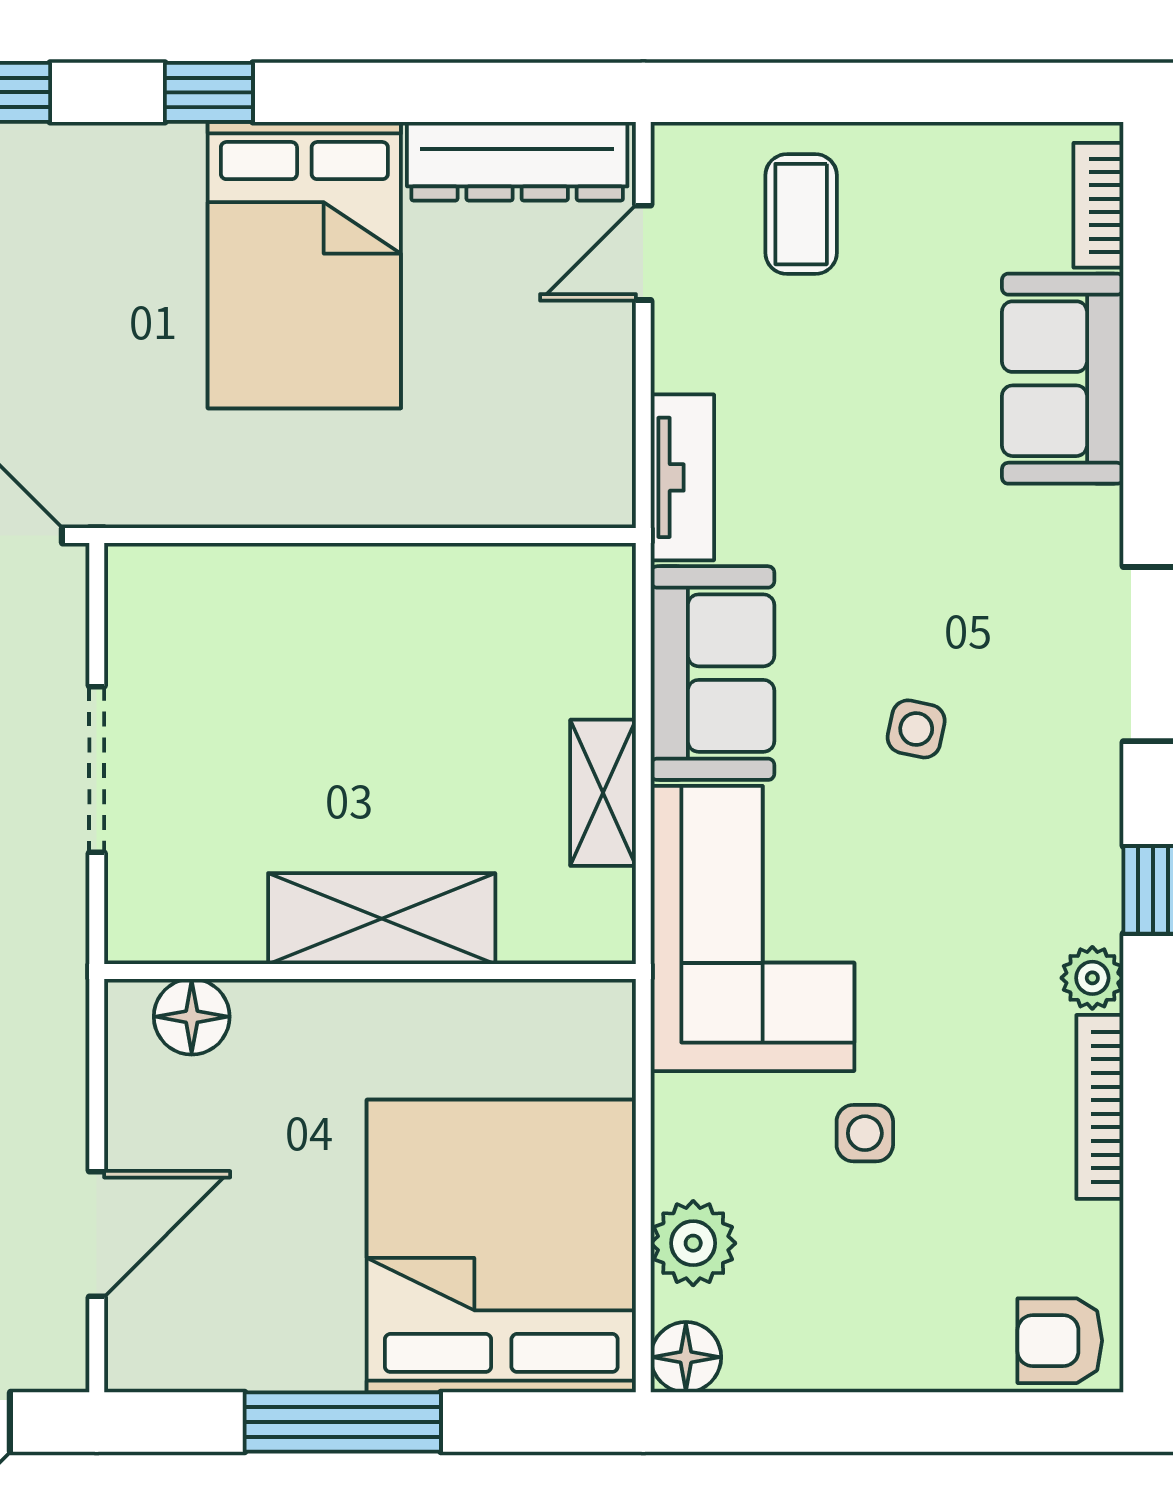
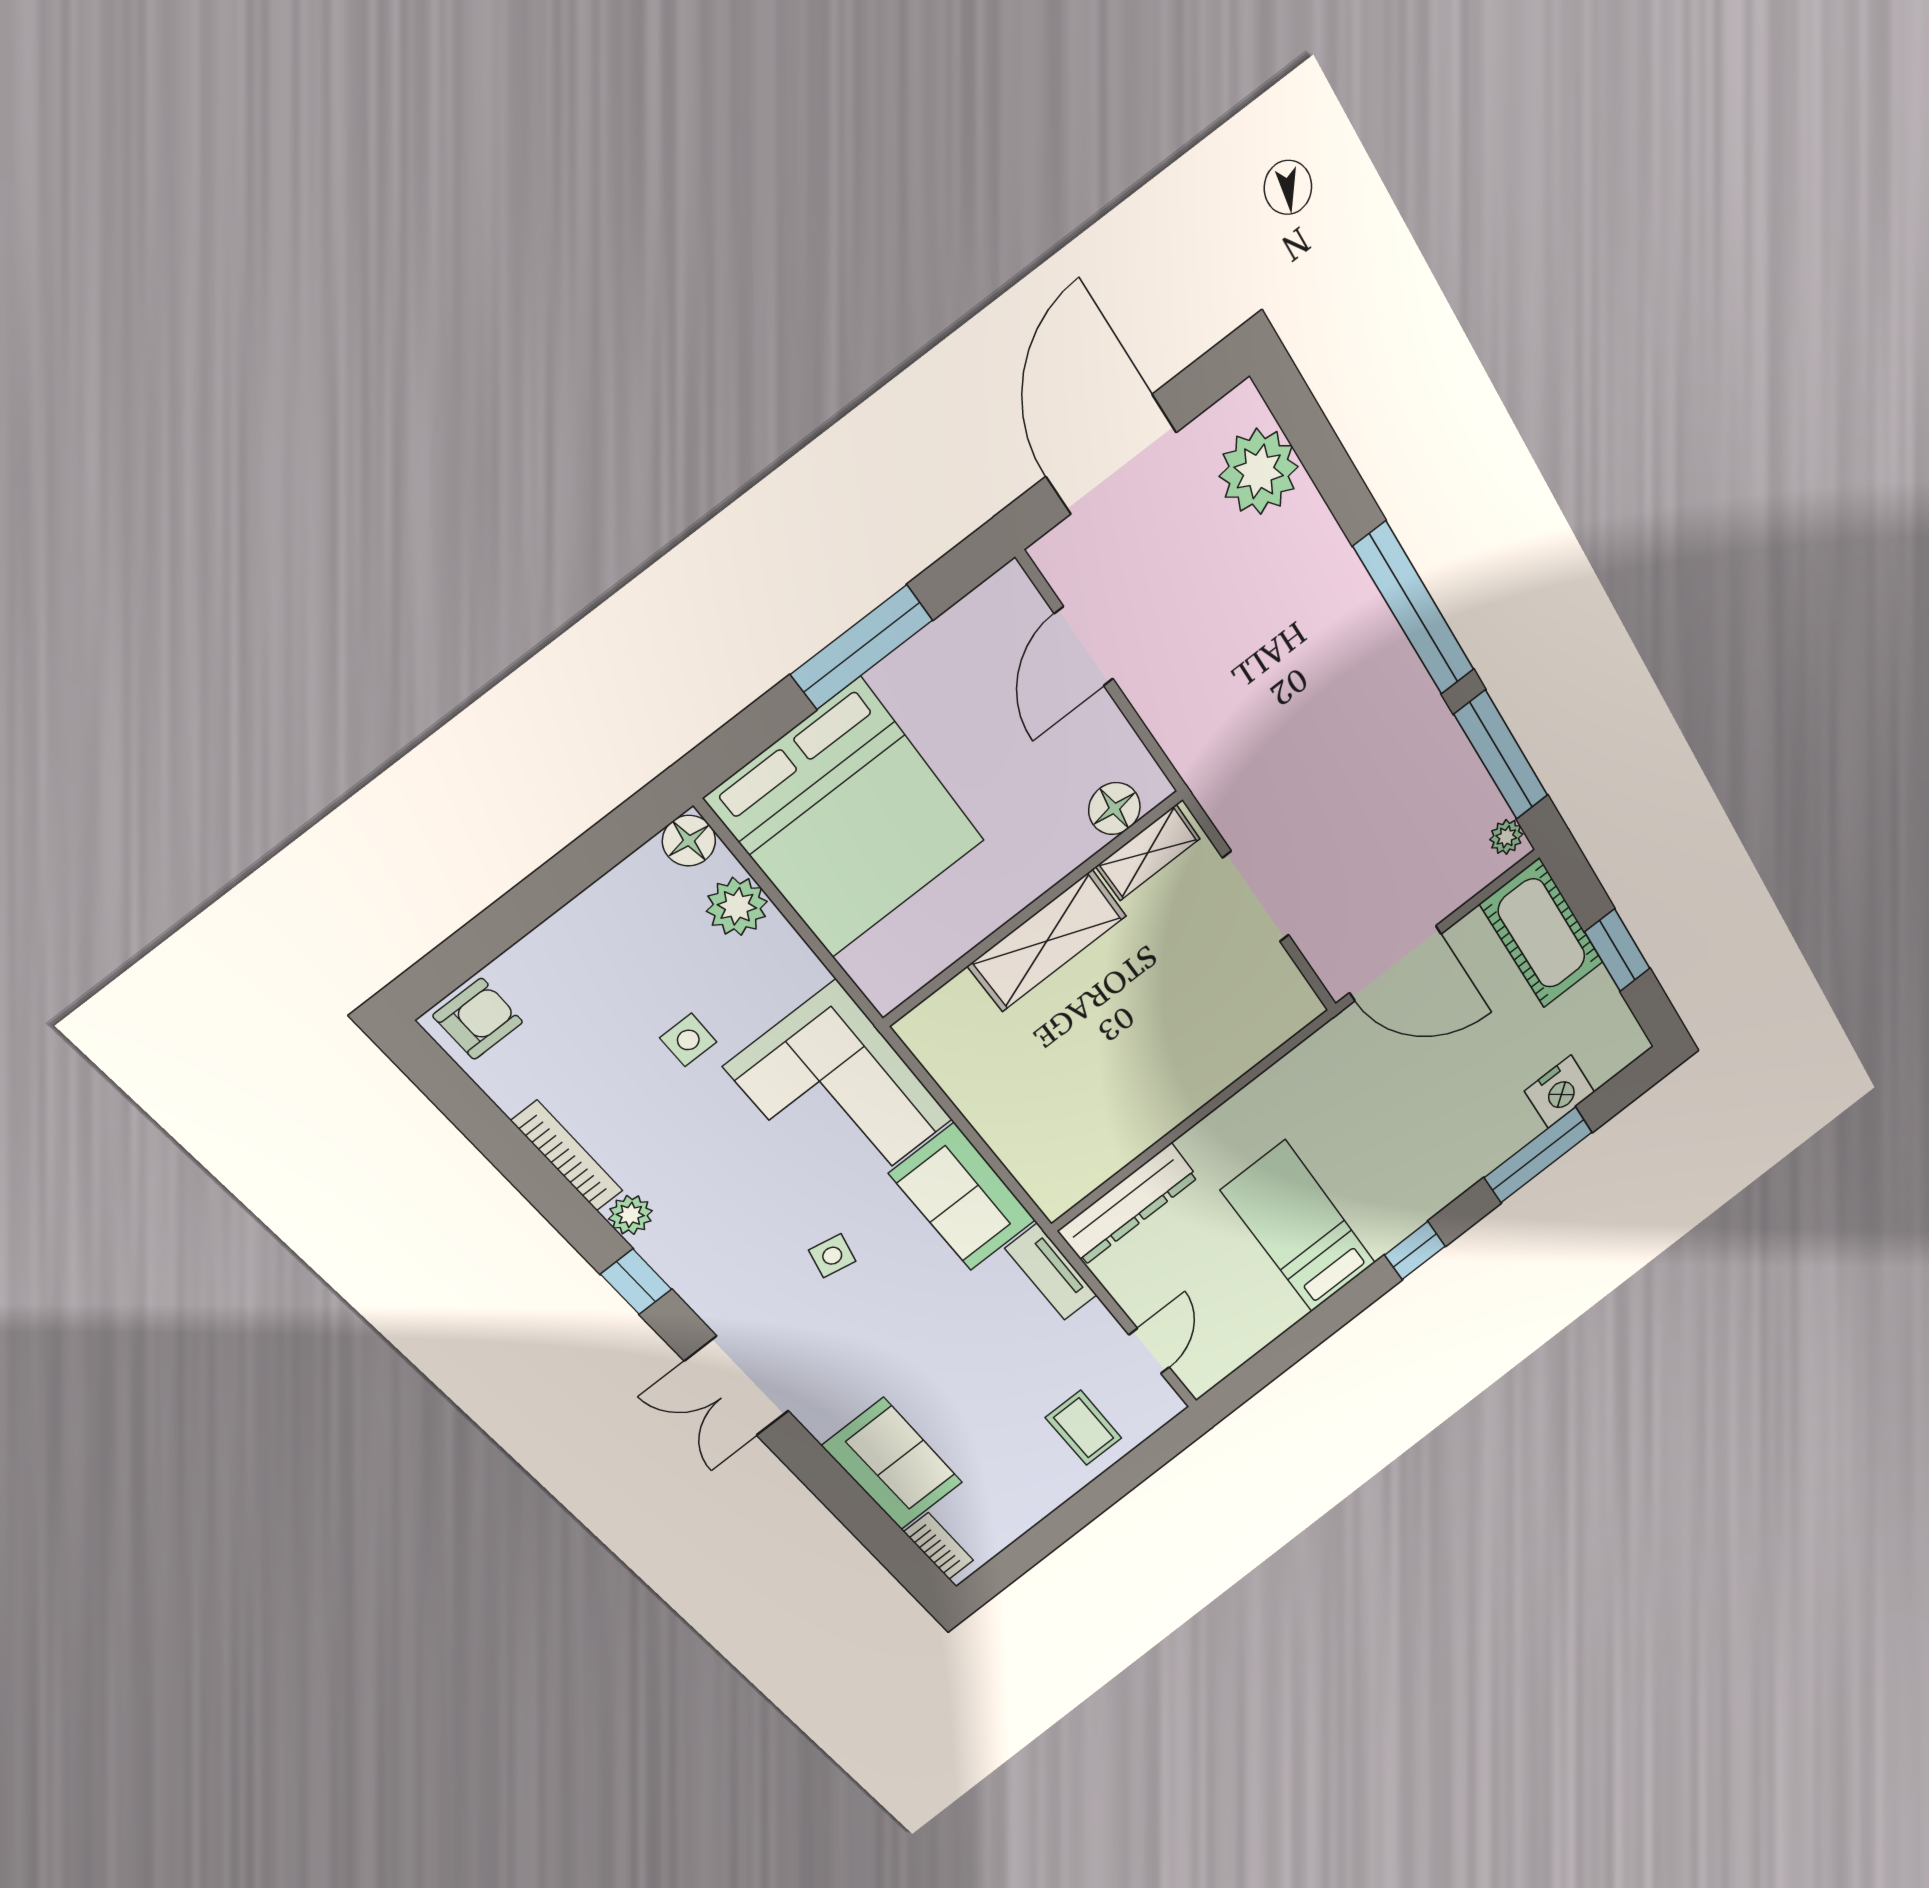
dresser: (517, 161) -> (1128, 1204), moved, turned 180
bed: (304, 265) -> (1299, 1227), width x0.67
shelving: (603, 793) -> (1148, 853), moved, turned 90

